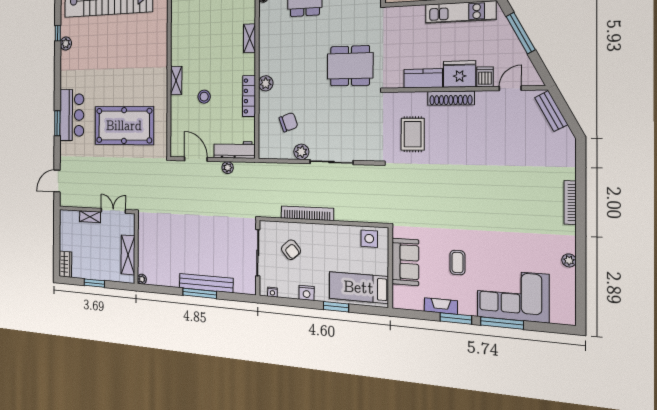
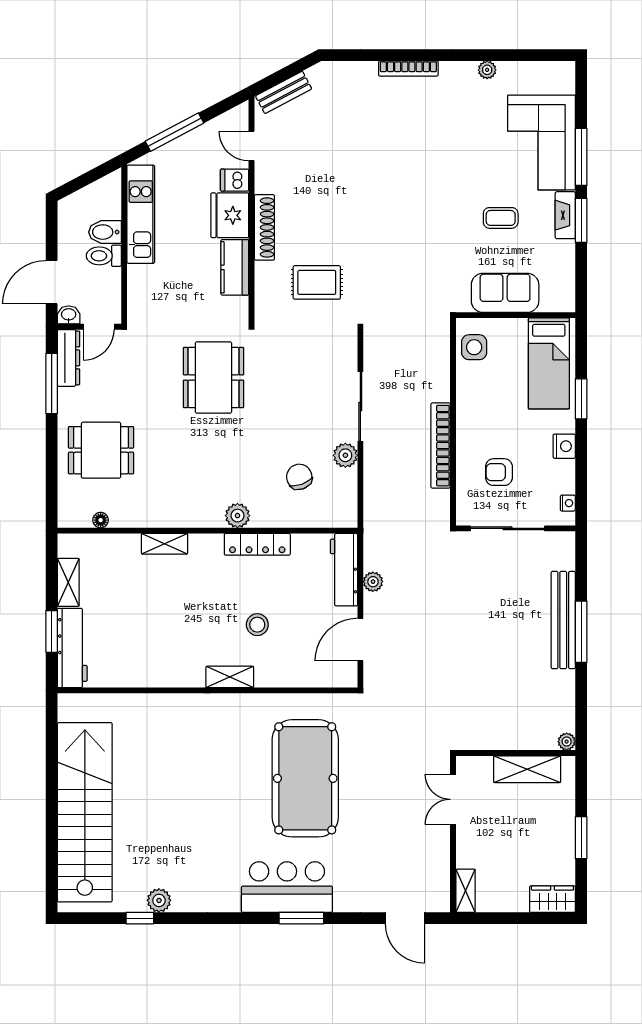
shelving: (90, 217) -> (466, 891), moved
armchair: (291, 250) -> (499, 472), turned -139
fireplace: (441, 306) -> (565, 215), moved

